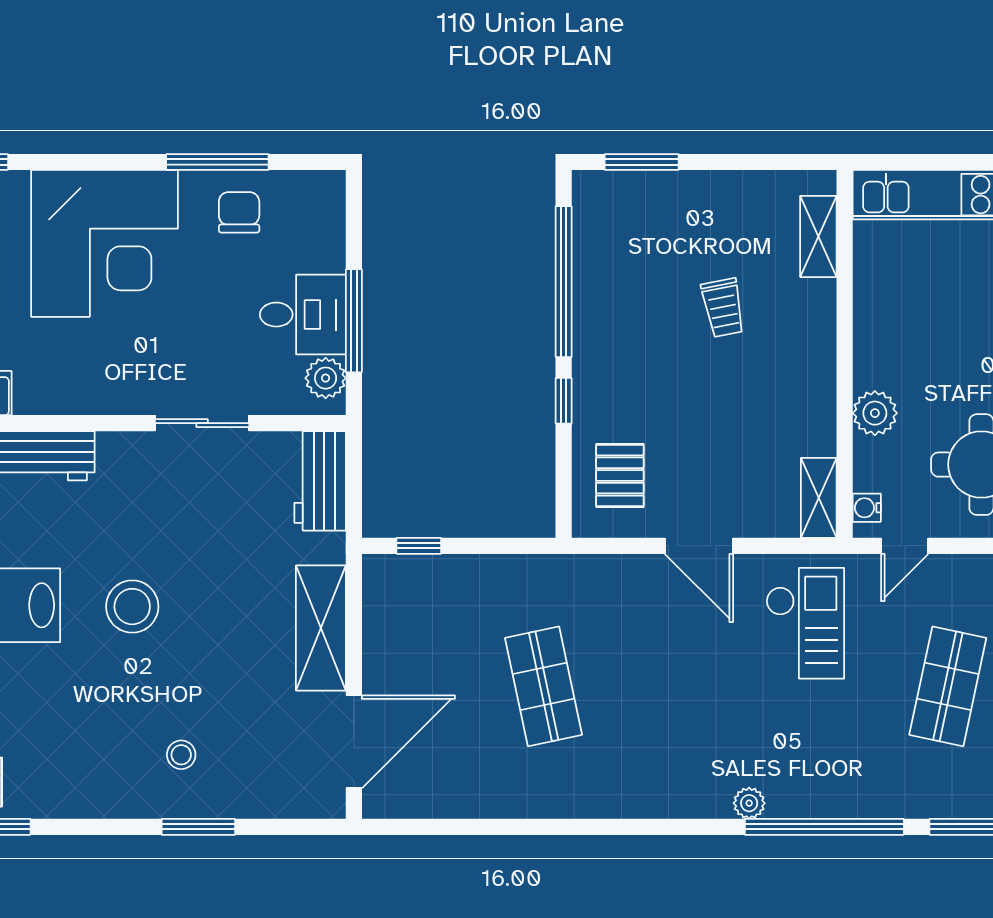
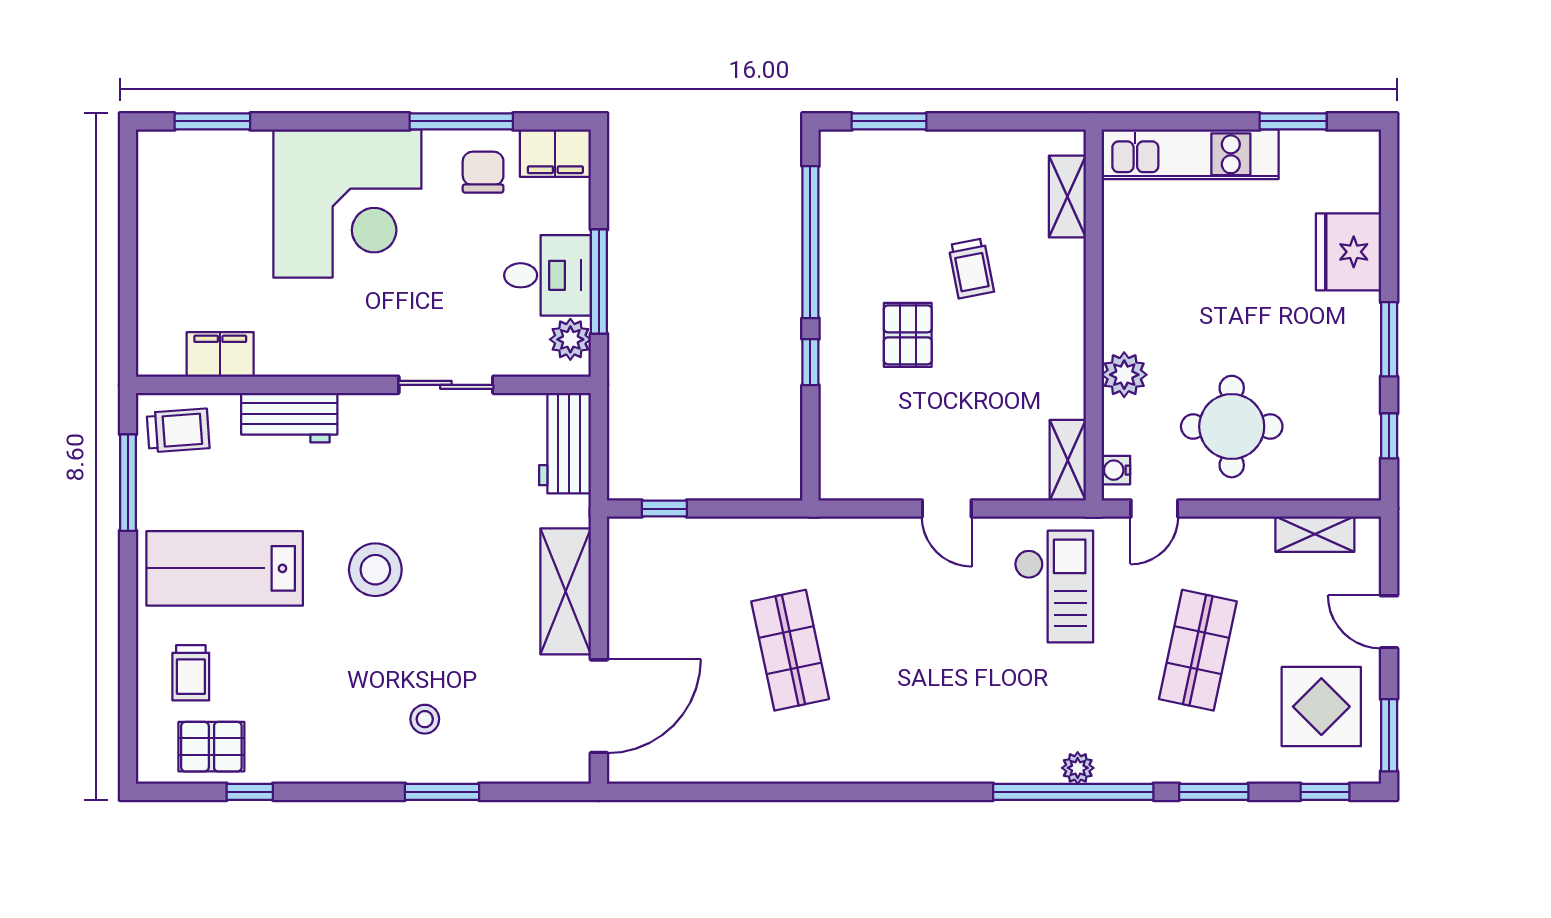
filing cabinet: (311, 193) -> (555, 153), added
pallet: (620, 475) -> (908, 335), moved
door: (699, 546) -> (947, 509), width x0.73
plant: (749, 803) -> (1078, 768), moved

